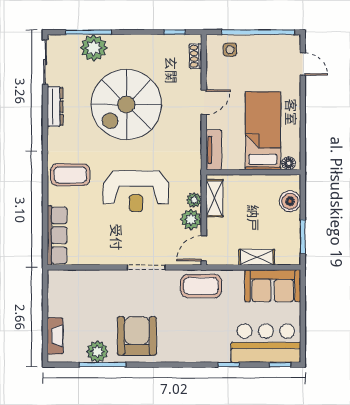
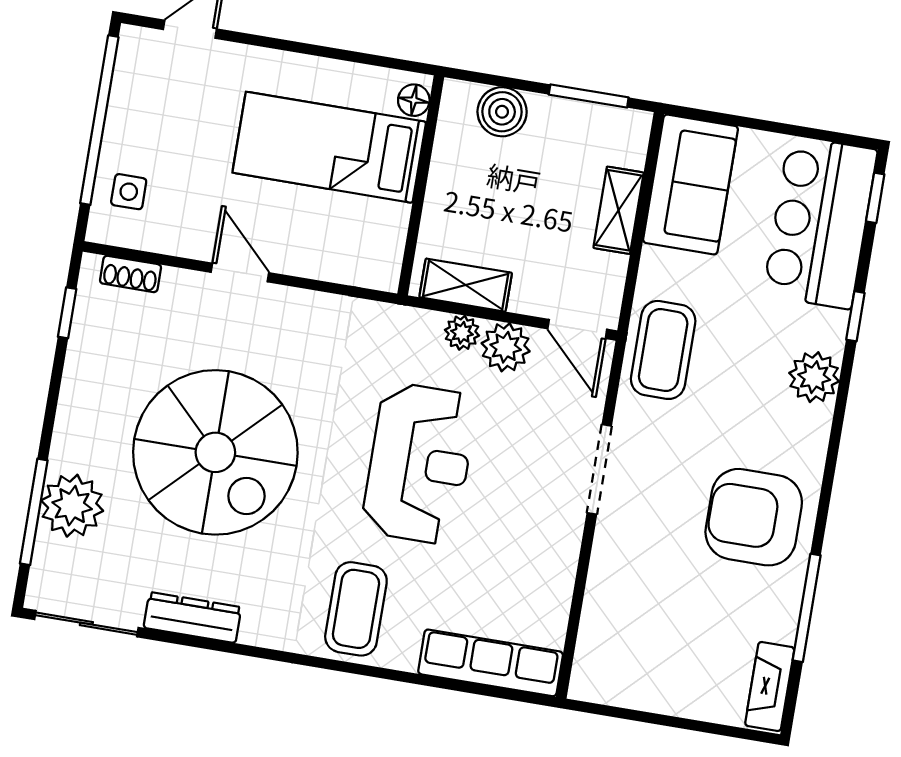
tv unit: (214, 150) -> (354, 268), removed
fireplace: (55, 336) -> (770, 687), moved, turned -90
plant: (97, 351) -> (814, 377), moved

